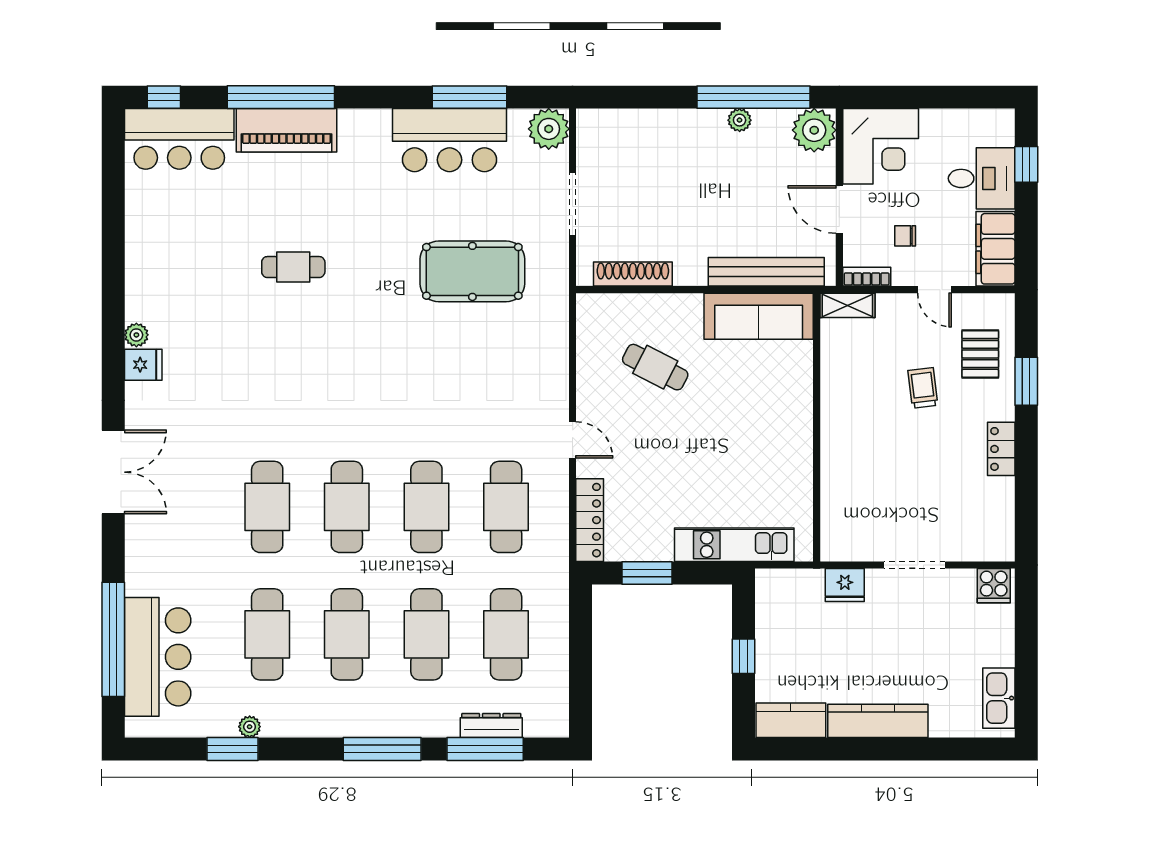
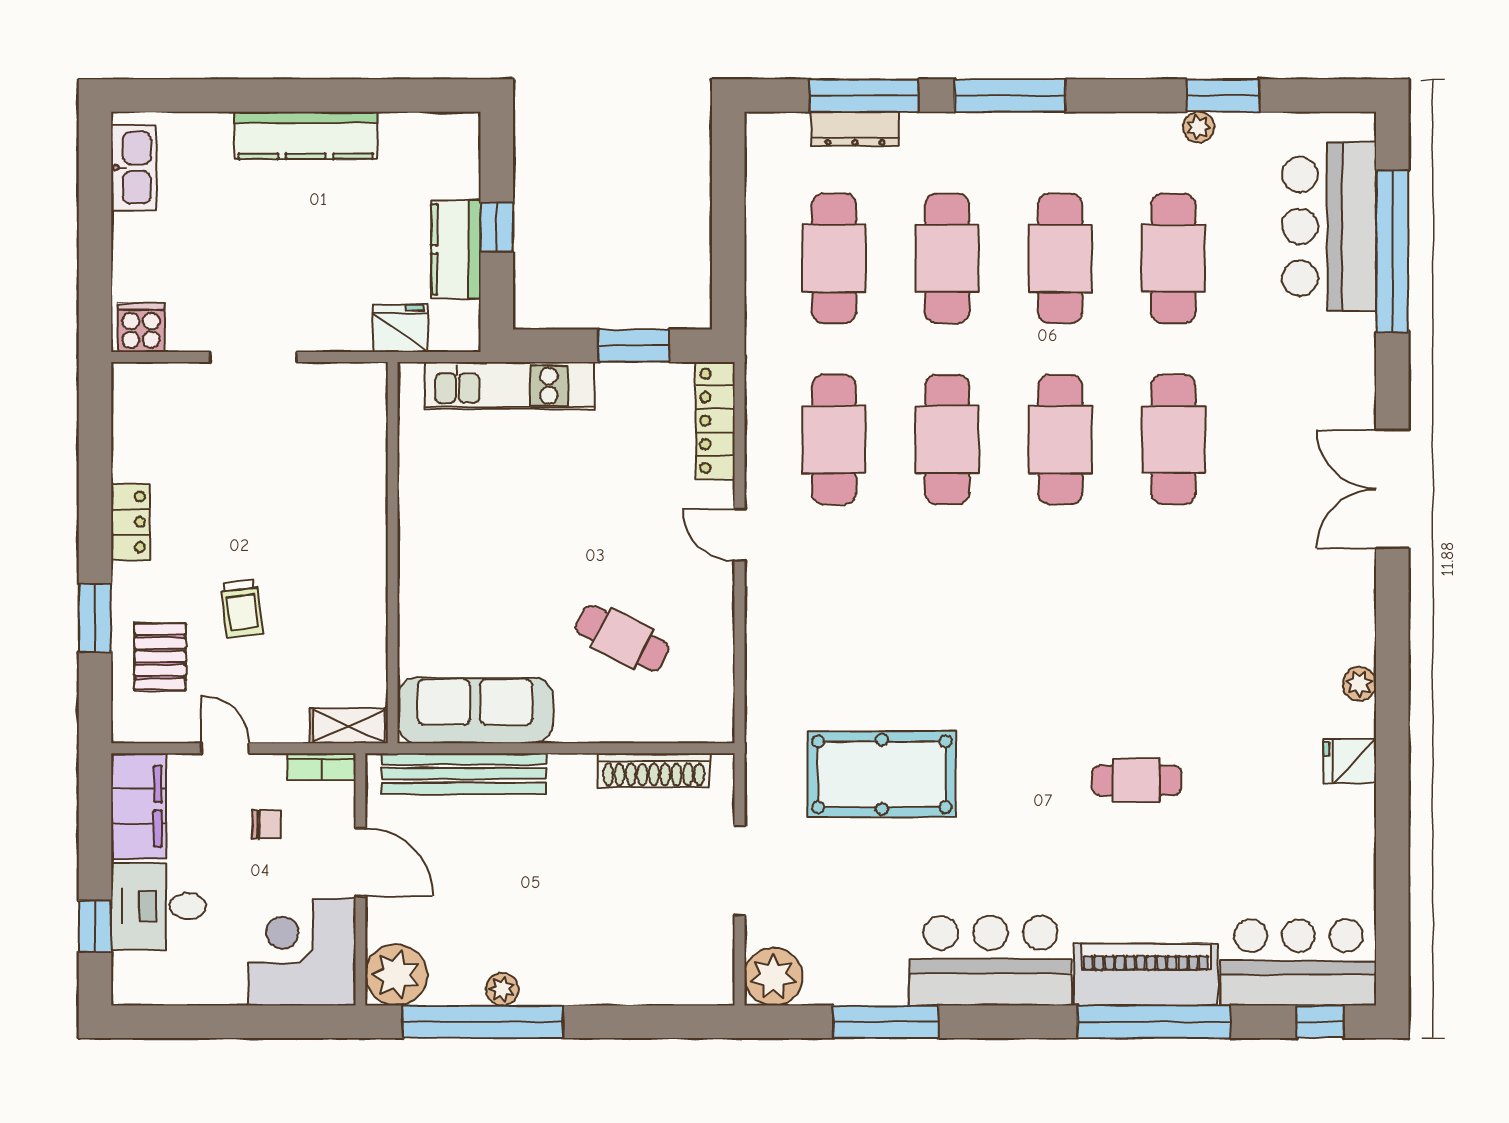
bar counter: (449, 140) -> (990, 961), moved
fridge: (143, 365) -> (1350, 761), moved
fridge: (845, 585) -> (400, 328), moved
kitchen counter: (791, 720) -> (456, 249), moved, turned 90

